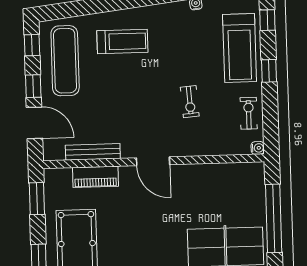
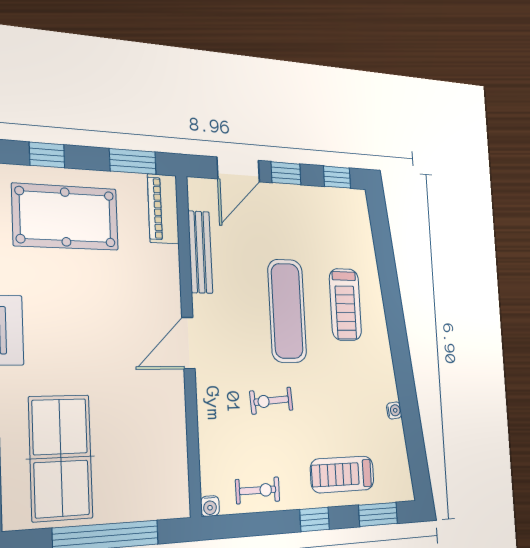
window: (267, 20) -> (378, 514), width x1.50
treadmill: (240, 48) -> (342, 474), width x0.73, depth x0.73
exercise mat: (65, 61) -> (287, 311), moved, turned 90
piano: (96, 177) -> (163, 209), moved

